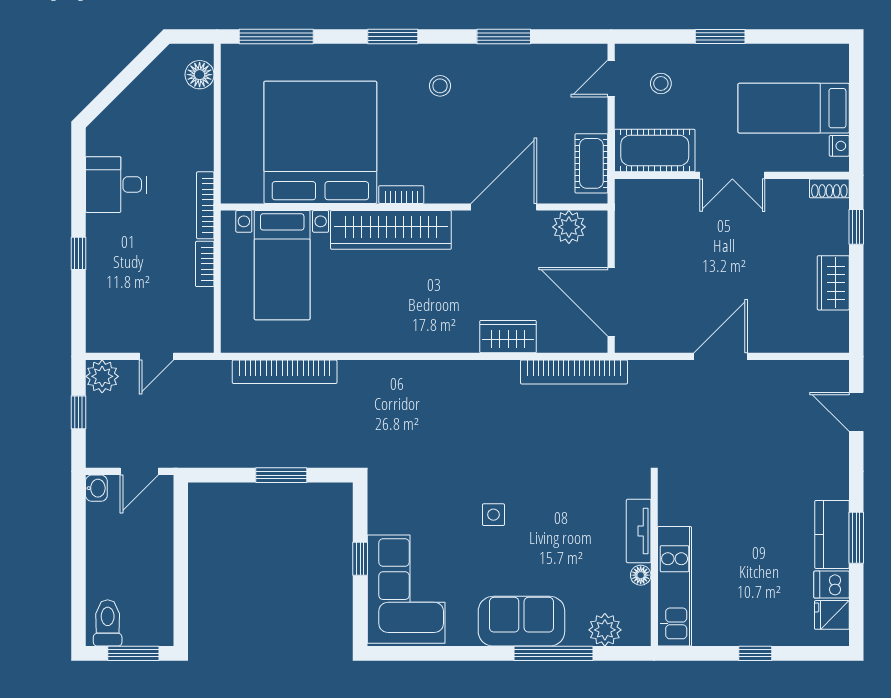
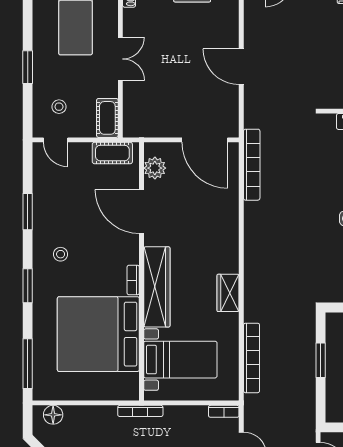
cot: (655, 151) -> (107, 118), width x0.73, depth x0.75
bookcase: (205, 264) -> (224, 411), moved
door: (611, 302) -> (205, 140), hinge flipped
wardrobe: (508, 337) -> (228, 293), moved

